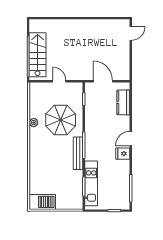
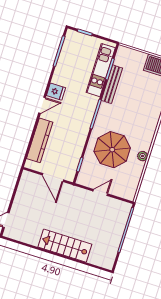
stairs: (38, 55) -> (65, 246), moved, turned 90
door: (59, 81) -> (100, 192), swing flipped
kitchen counter: (123, 102) -> (40, 140), width x1.50
bench: (78, 153) -> (112, 84), moved

